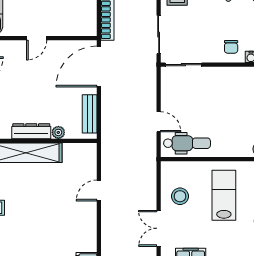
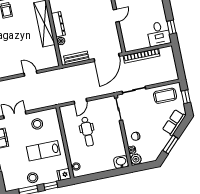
door: (37, 38) -> (116, 16), swing flipped
door: (99, 66) -> (107, 58), swing flipped
dental chair: (187, 143) -> (87, 132), moved
lab bench: (224, 195) -> (43, 151), turned 180

